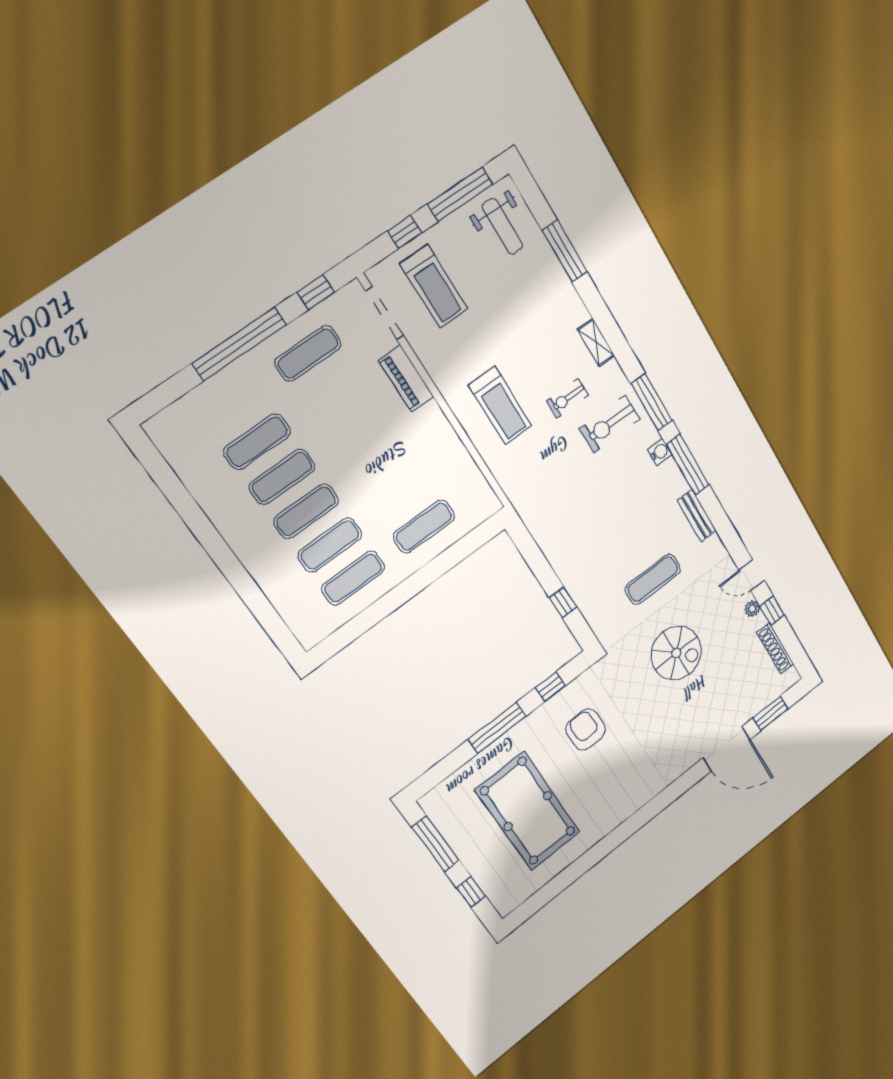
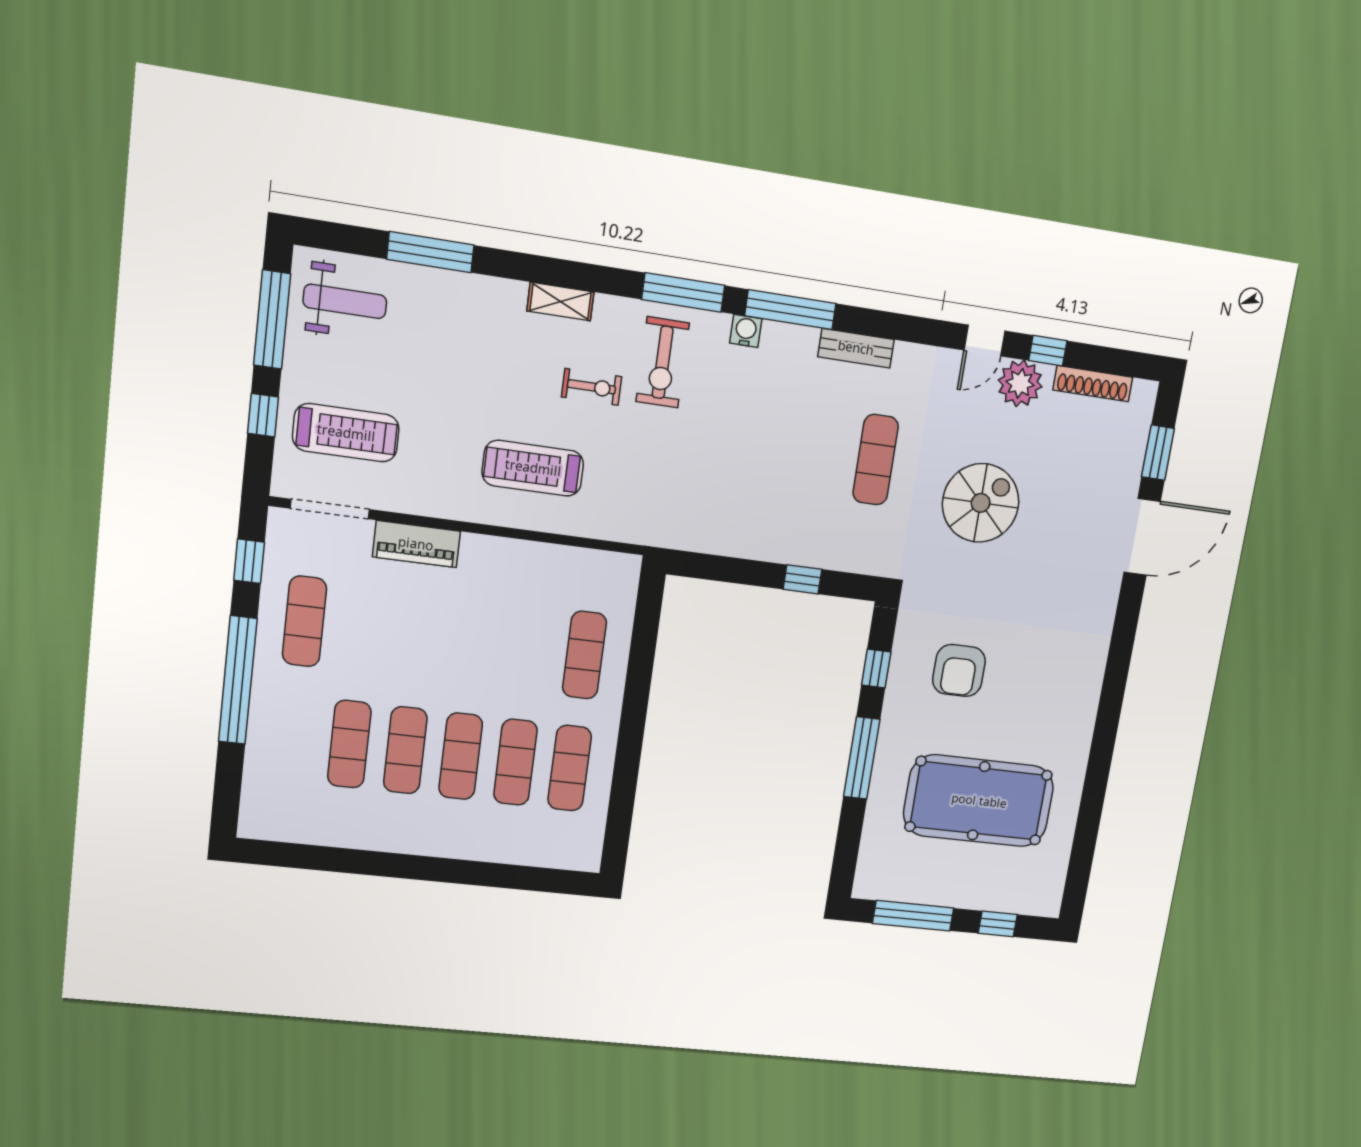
exercise bike: (567, 398) -> (592, 387), turned -90
treadmill: (500, 405) -> (533, 468), turned 180
plant: (752, 609) -> (1020, 383), width x1.88, depth x1.88
armchair: (586, 730) -> (959, 671), turned -90

